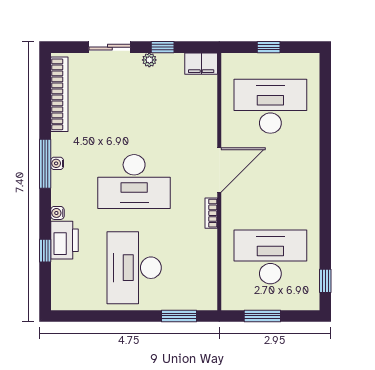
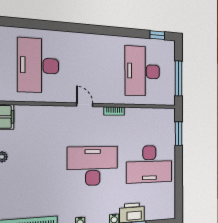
door: (219, 170) -> (85, 105), width x0.53
desk: (134, 182) -> (93, 166), turned -90
window: (262, 316) -> (179, 78), width x1.44

